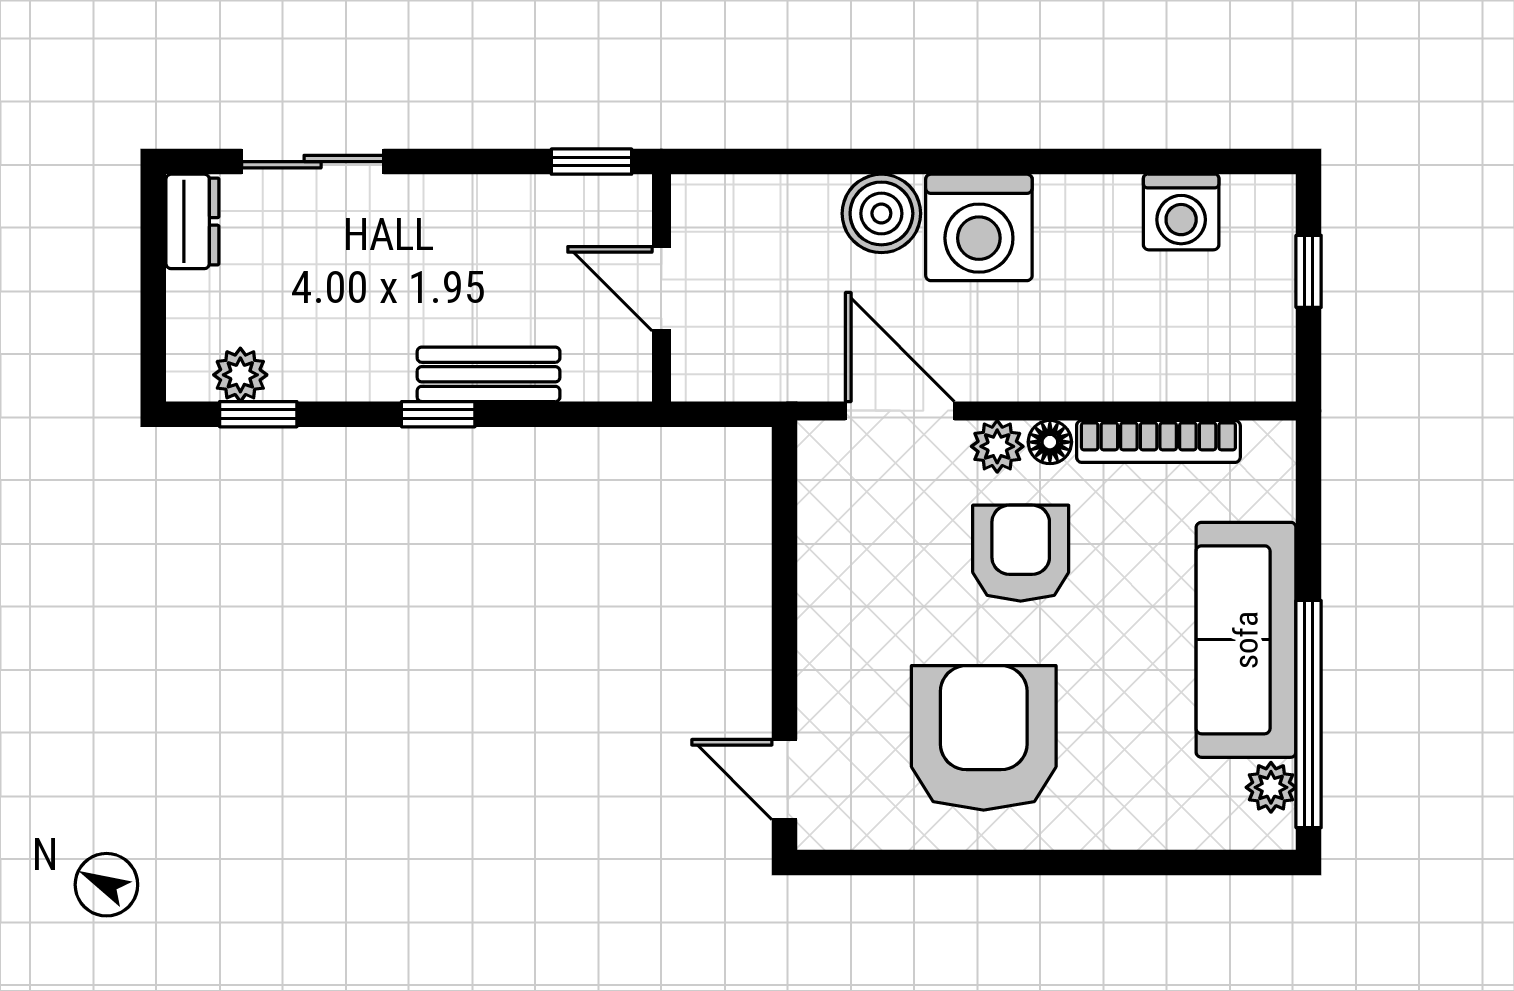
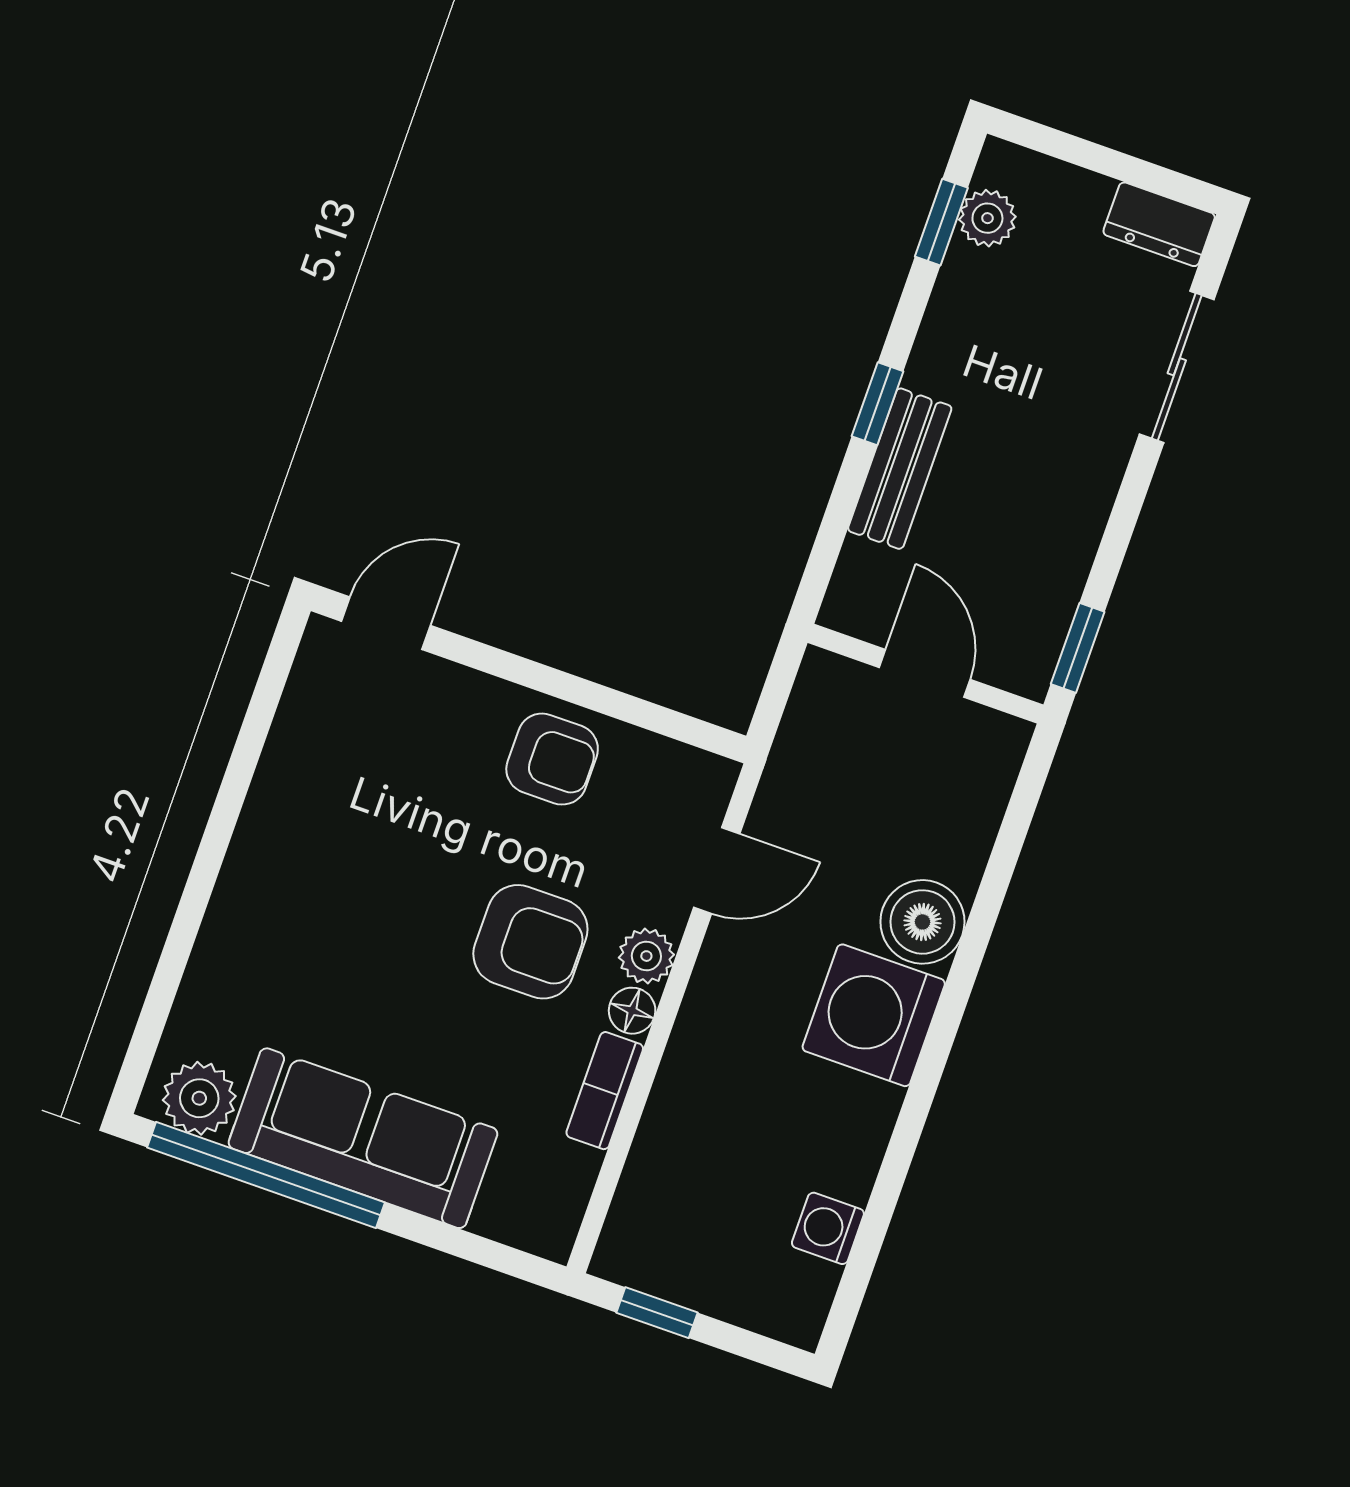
washing machine: (1181, 212) -> (828, 1228), width x0.73, depth x0.73
window: (1309, 271) -> (657, 1313), moved
door: (661, 289) -> (925, 673), hinge flipped
door: (900, 411) -> (717, 870), width x0.73
bookcase: (1158, 441) -> (605, 1091), width x0.64
armchair: (984, 738) -> (552, 759), moved, width x0.53, depth x0.53
plant: (1271, 787) -> (199, 1098), width x1.38, depth x1.38

